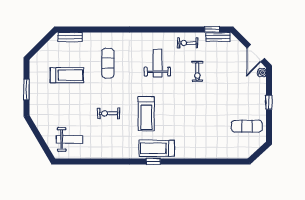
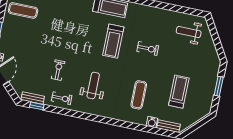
water cooler: (88, 38) -> (152, 122), added
weight bench: (157, 63) -> (93, 85), turned 180
treadmill: (67, 75) -> (179, 92), turned 90
treadmill: (146, 114) -> (113, 41), turned 180

